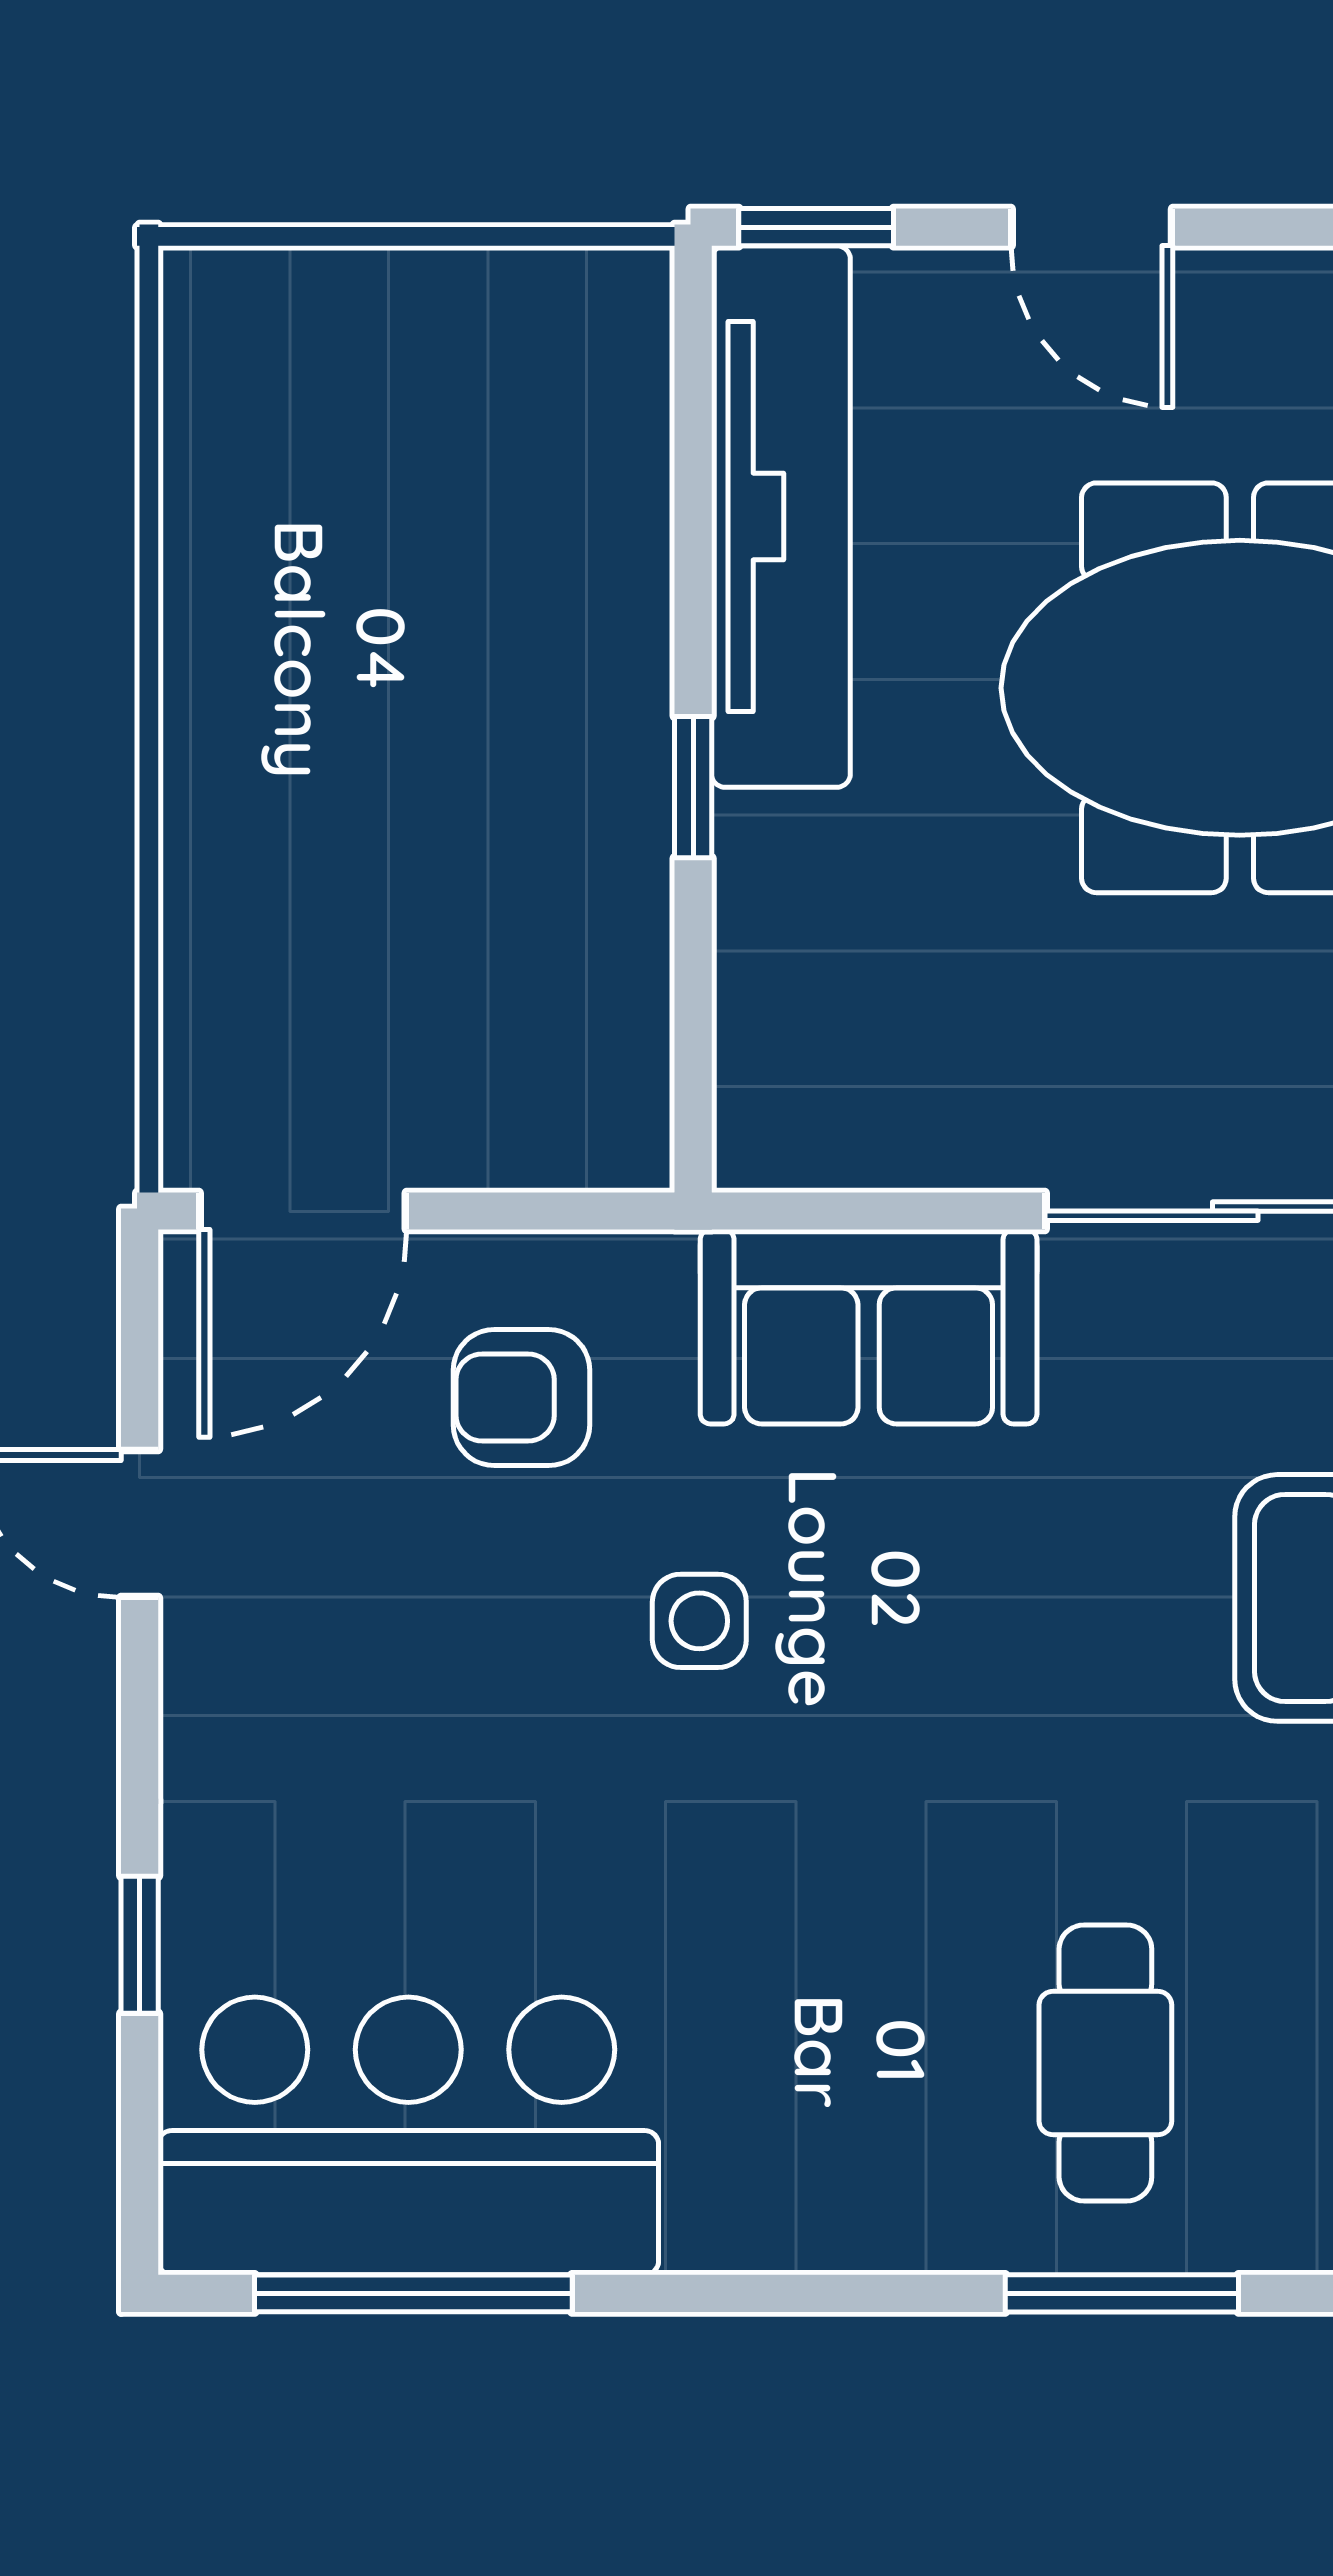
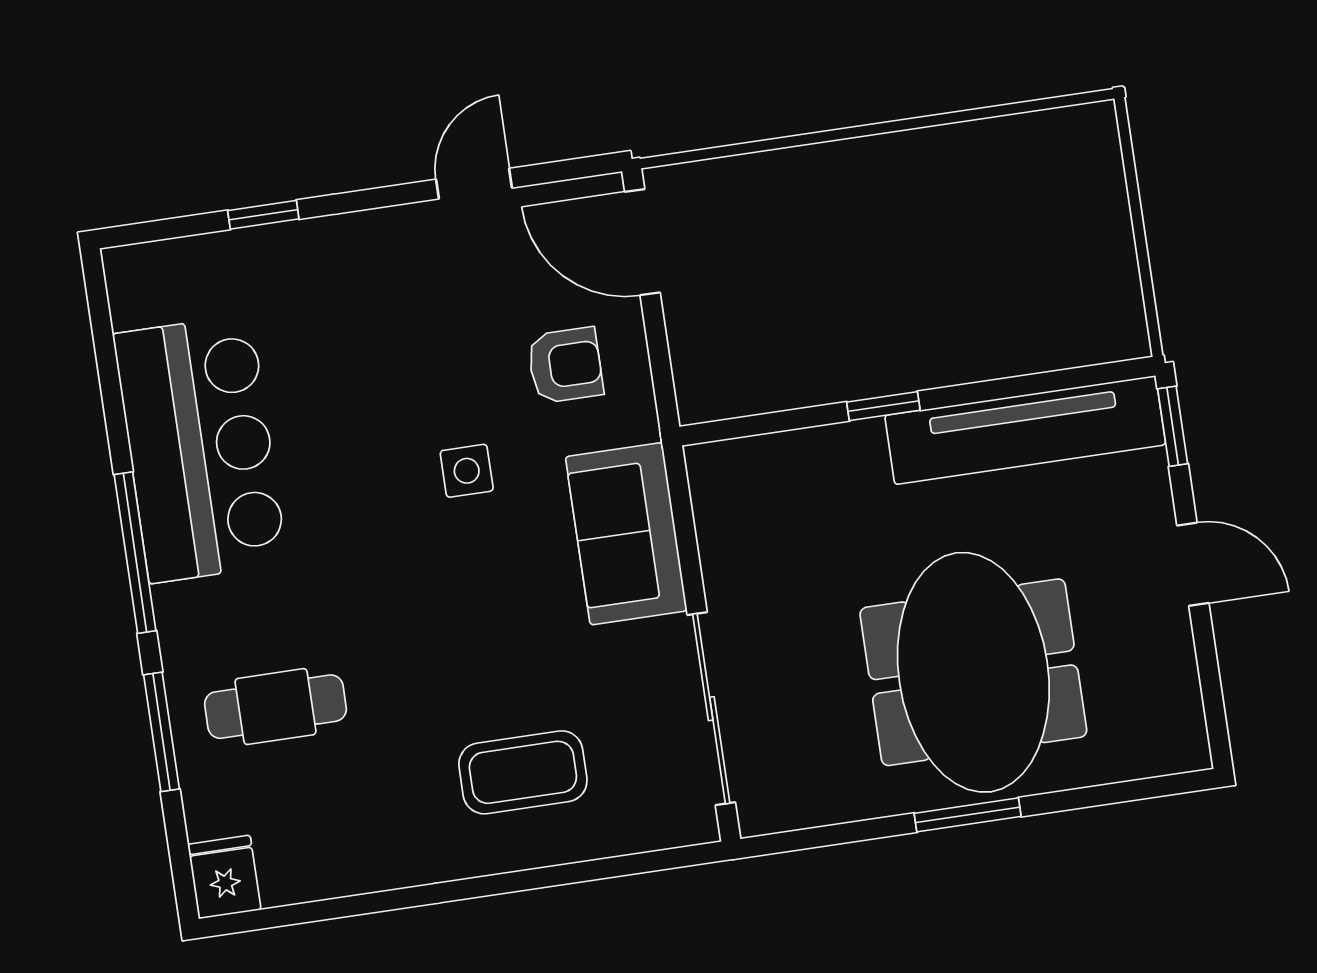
door: (1092, 227) -> (1193, 564), swing flipped
armchair: (521, 1398) -> (565, 365), turned 90
bar counter: (408, 2136) -> (200, 449), moved
window: (413, 2293) -> (135, 553), moved

